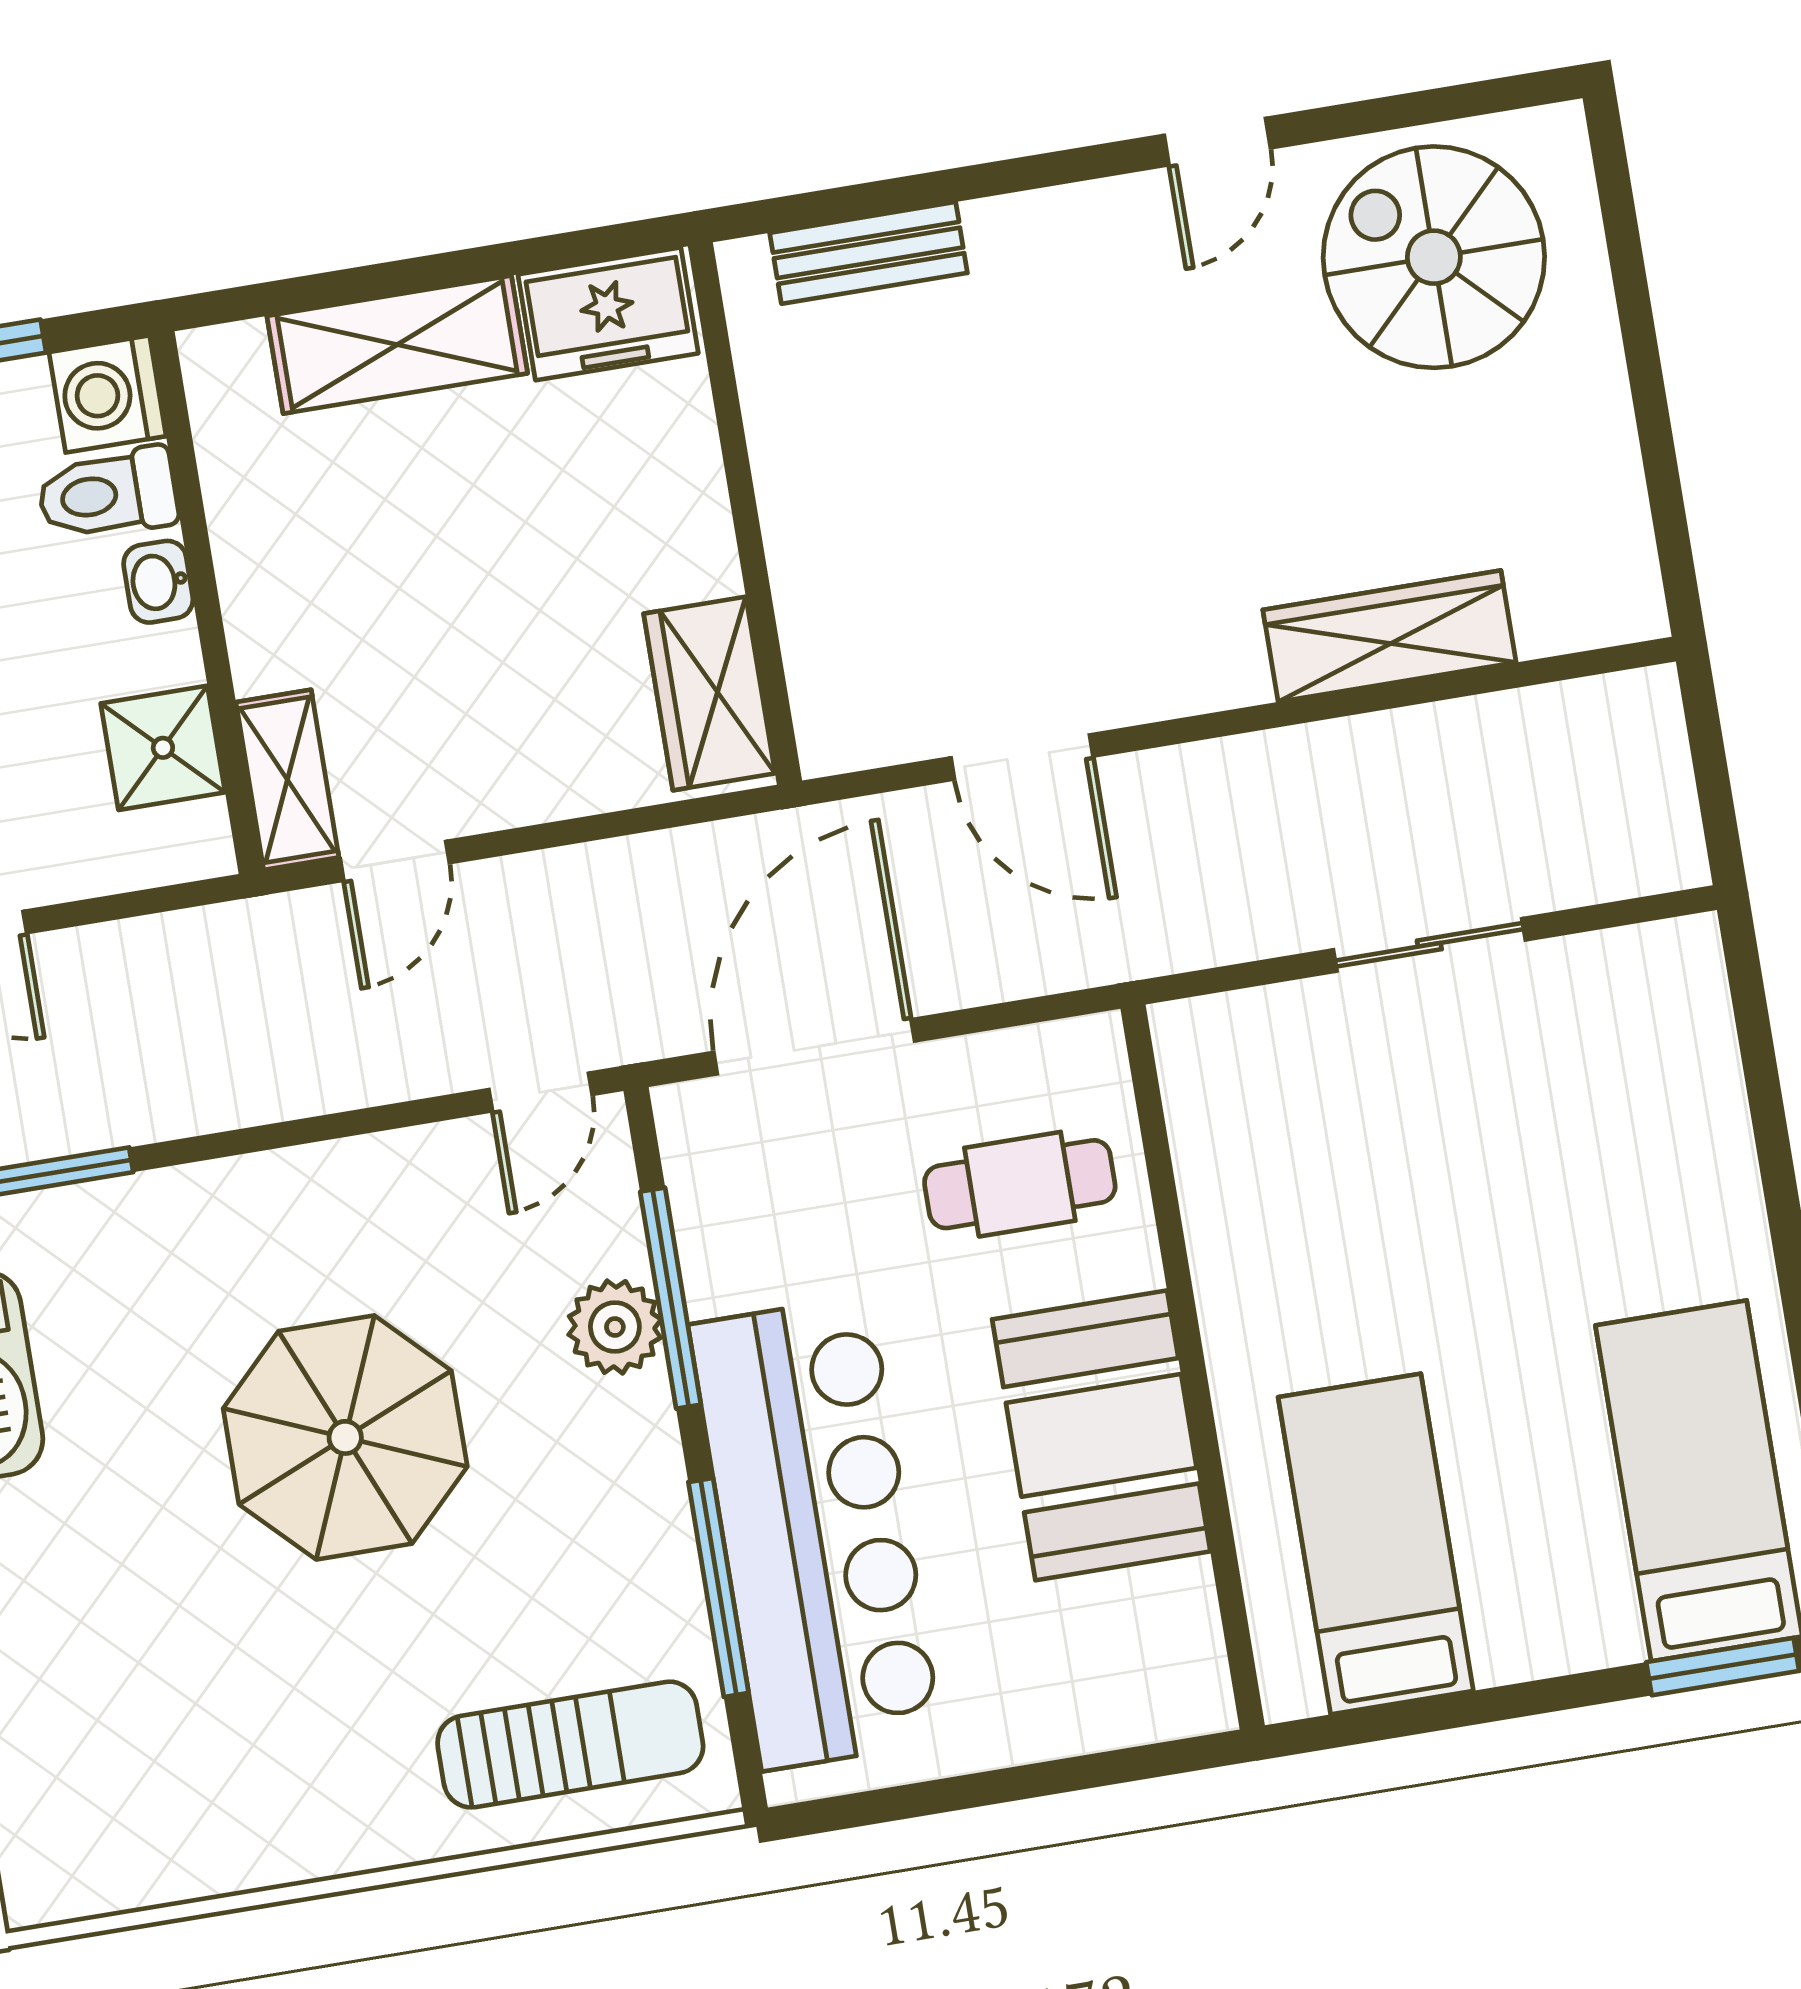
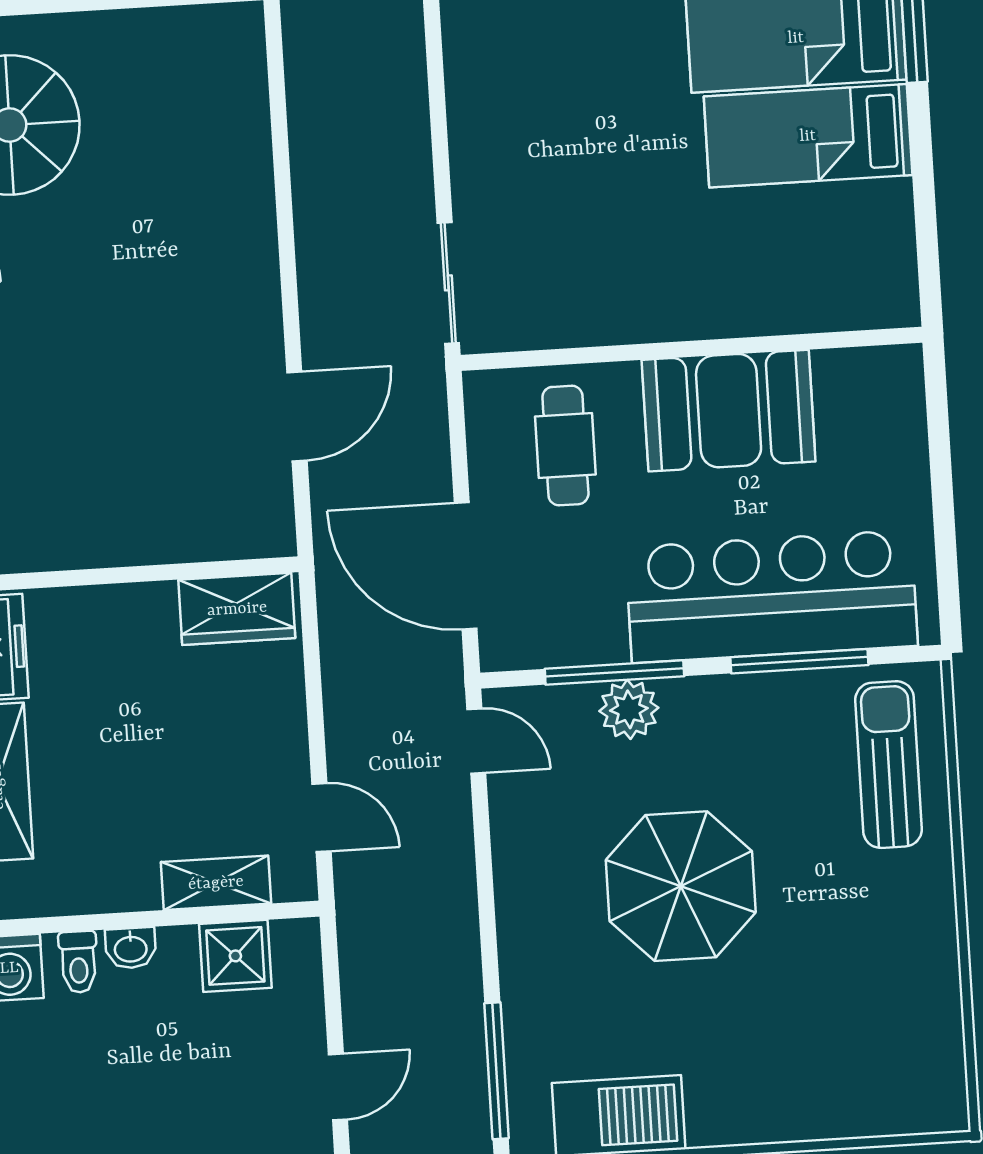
toilet: (108, 494) -> (78, 962), width x0.73, depth x0.72
wardrobe: (1389, 636) -> (245, 178), removed
shelving: (287, 780) -> (216, 883), moved
sliding door: (1429, 945) -> (448, 283), moved
bed: (1376, 1544) -> (808, 136), moved

